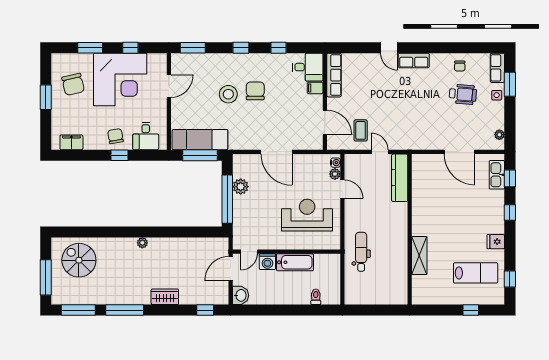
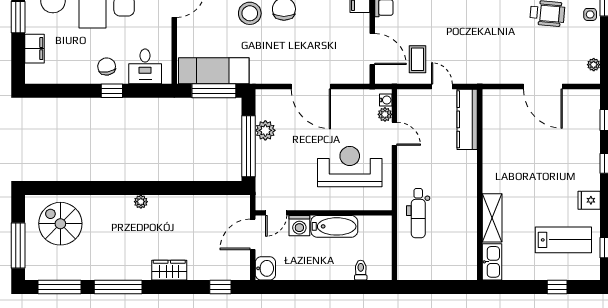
filing cabinet: (71, 142) -> (35, 49), moved, turned 90
kitchen sink: (497, 175) -> (492, 262), moved, turned 180
dental chair: (361, 252) -> (418, 213), turned 180

